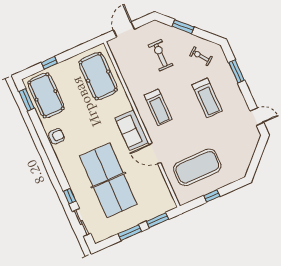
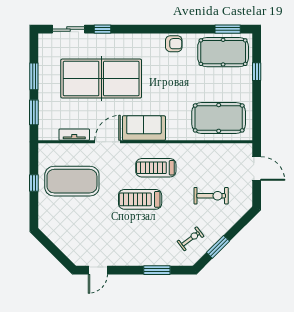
window: (183, 27) -> (218, 247), moved
treadmill: (207, 98) -> (140, 199), moved
armchair: (56, 136) -> (174, 44), turned -90
exercise mat: (197, 167) -> (72, 181), turned 90
tv unit: (161, 182) -> (74, 135), added

